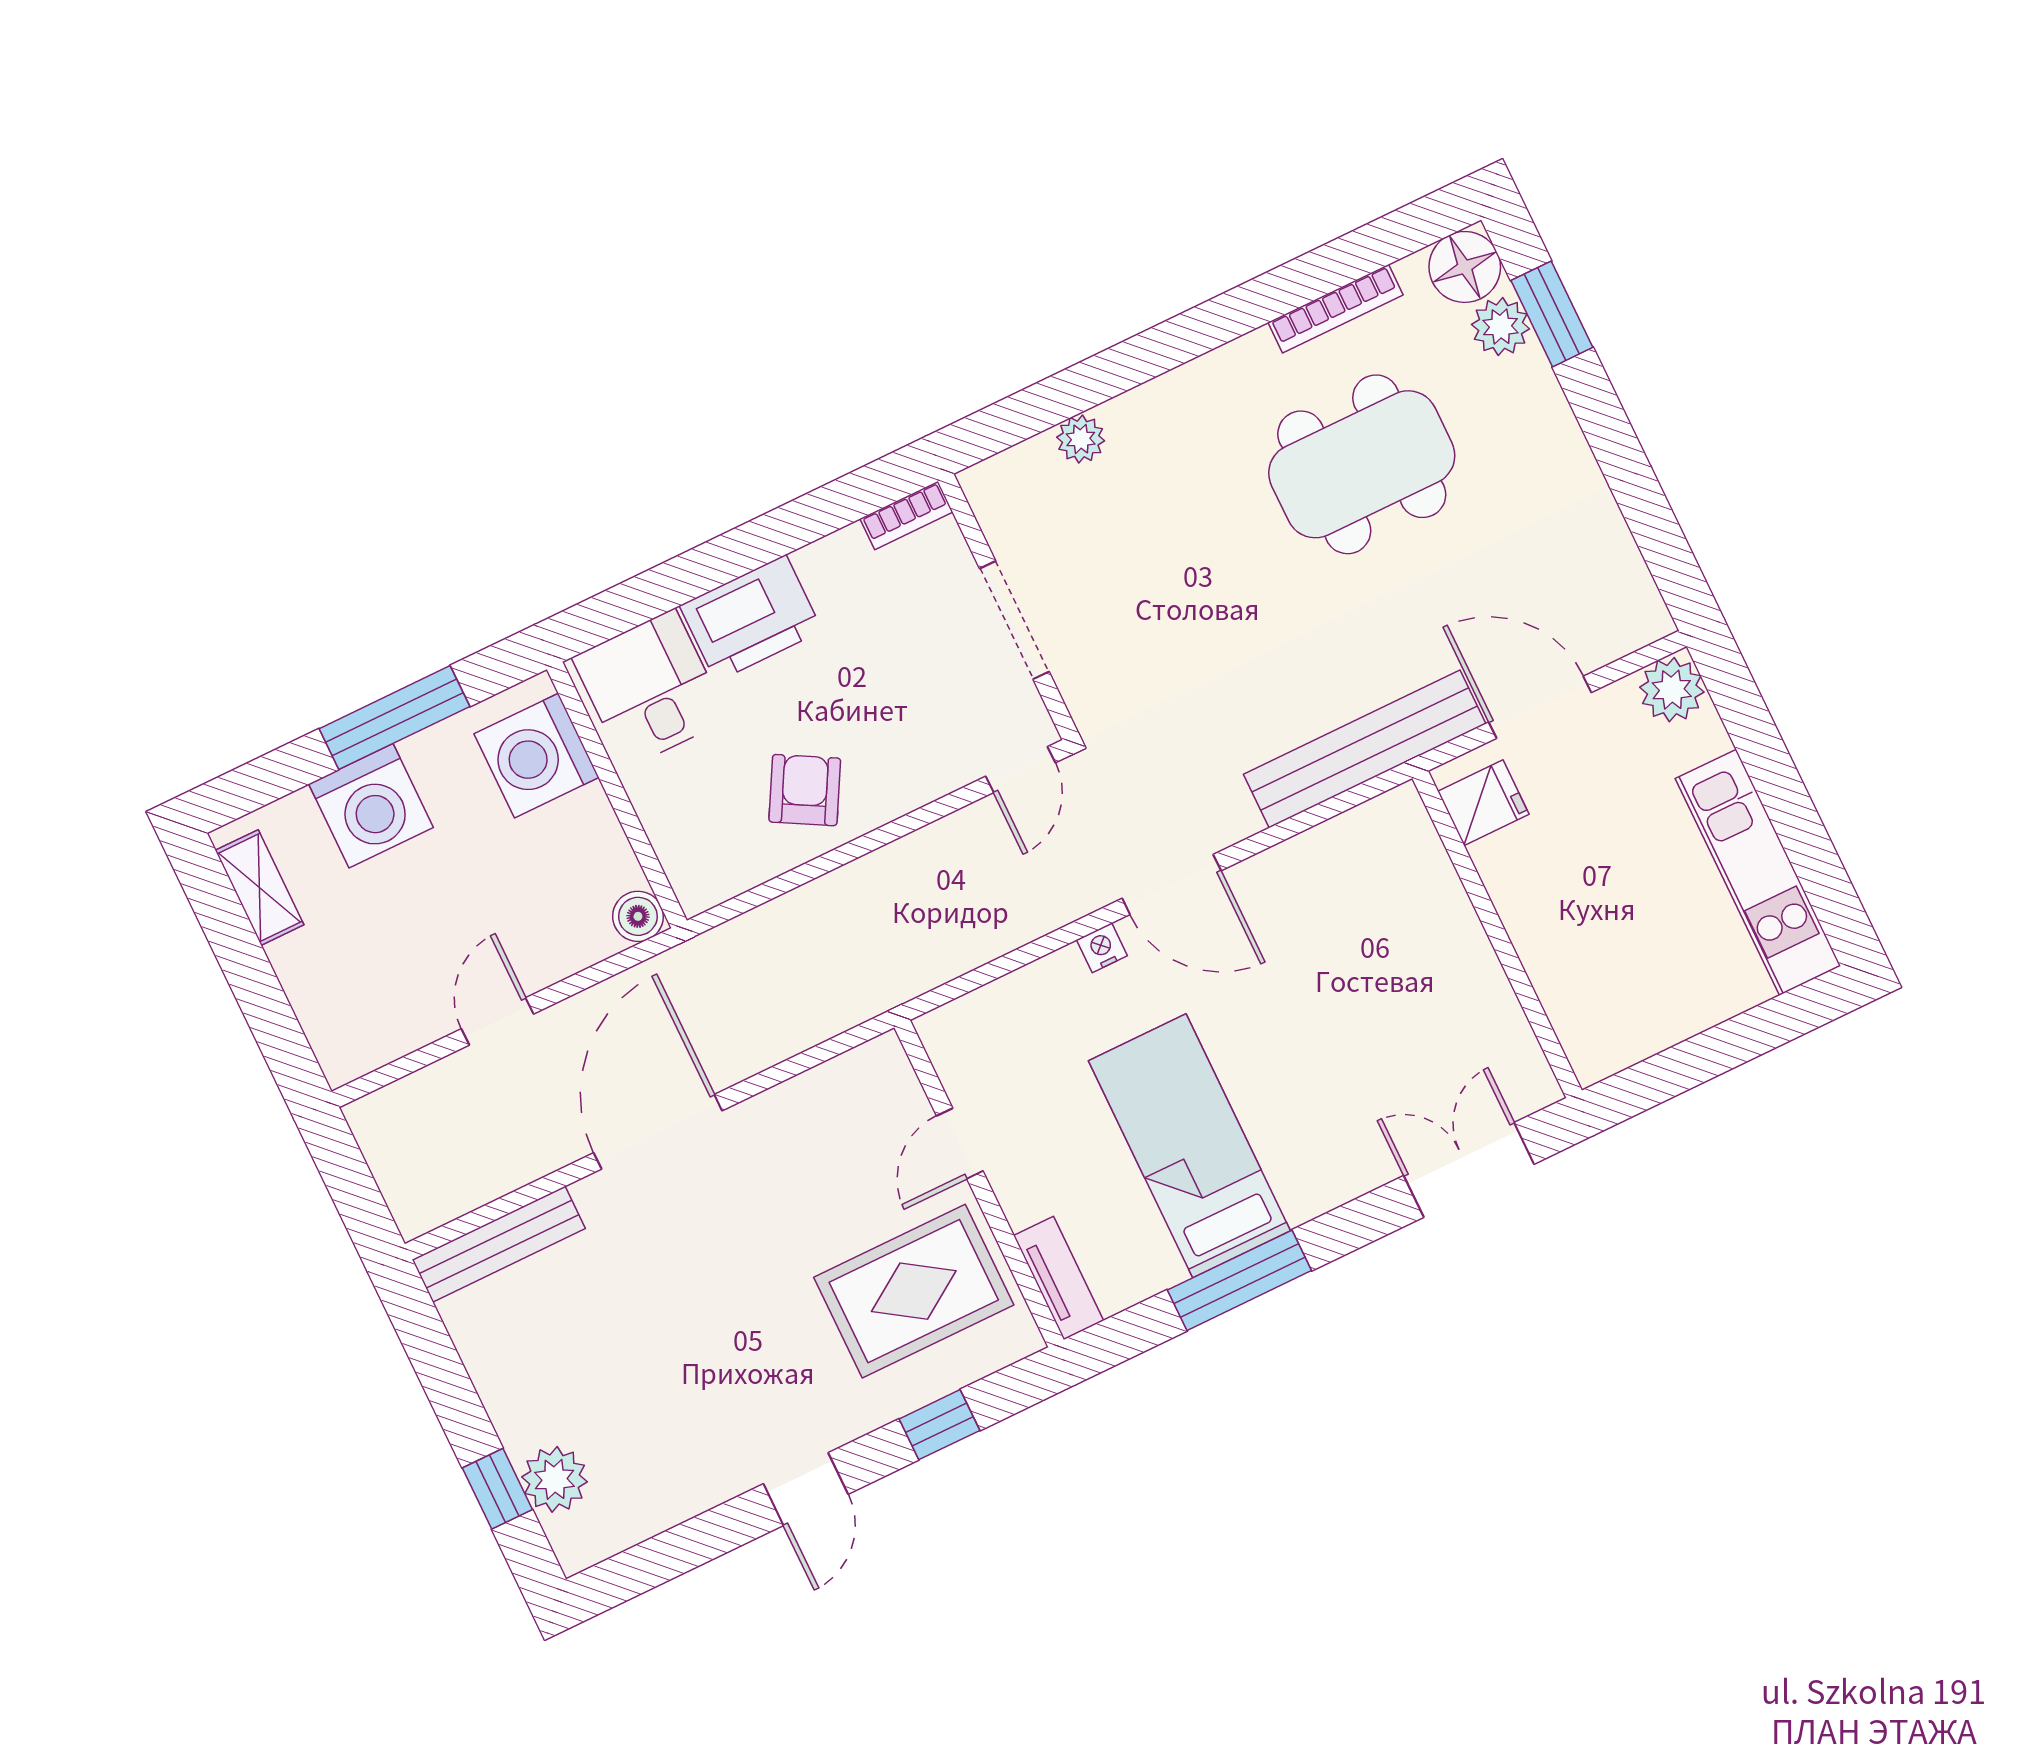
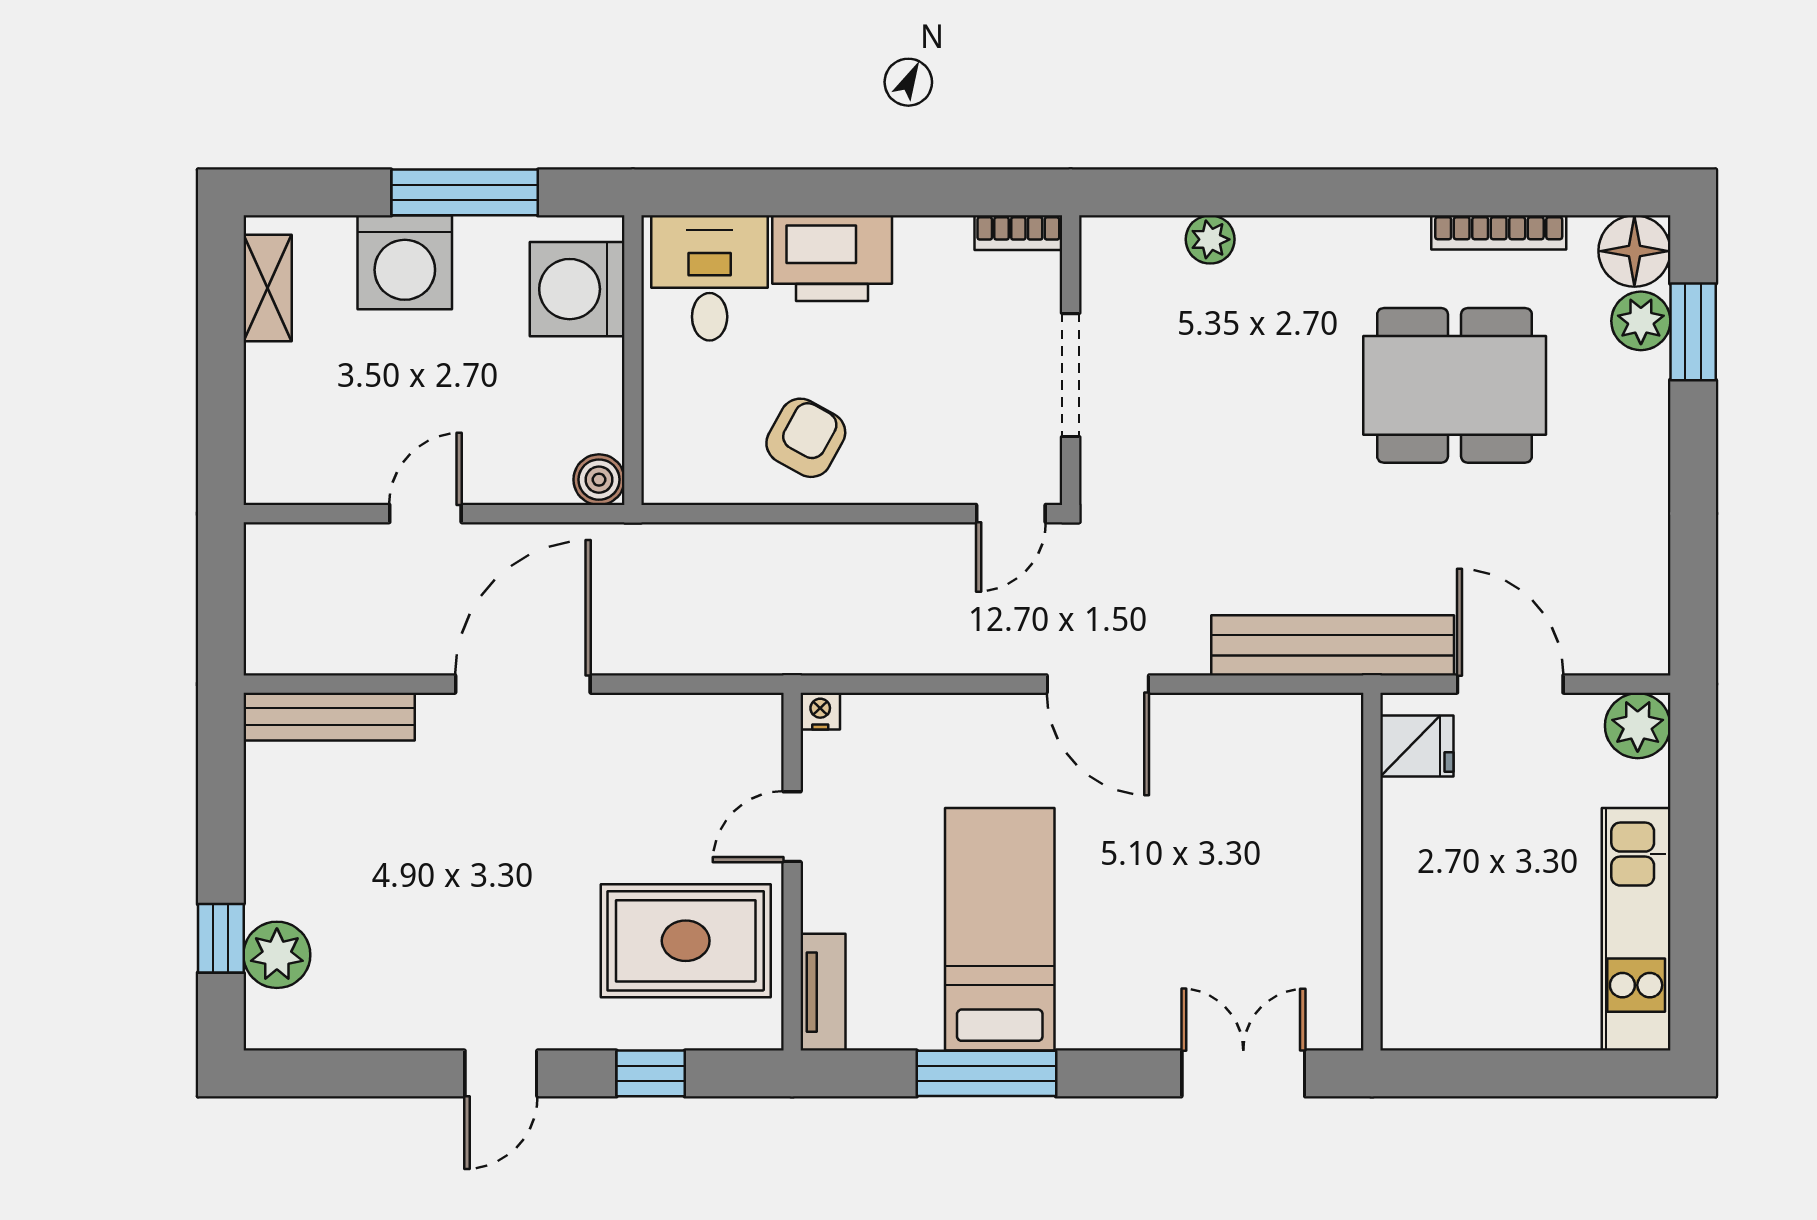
nightstand: (1102, 948) -> (820, 711), moved

